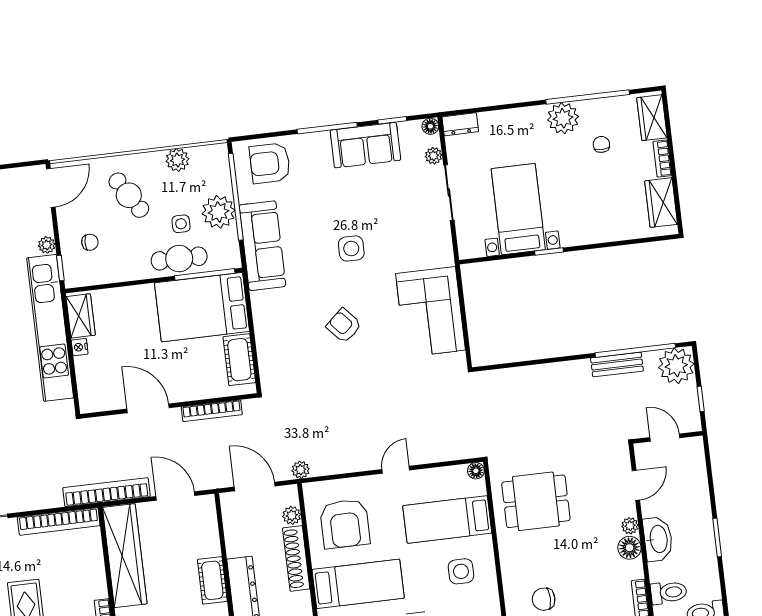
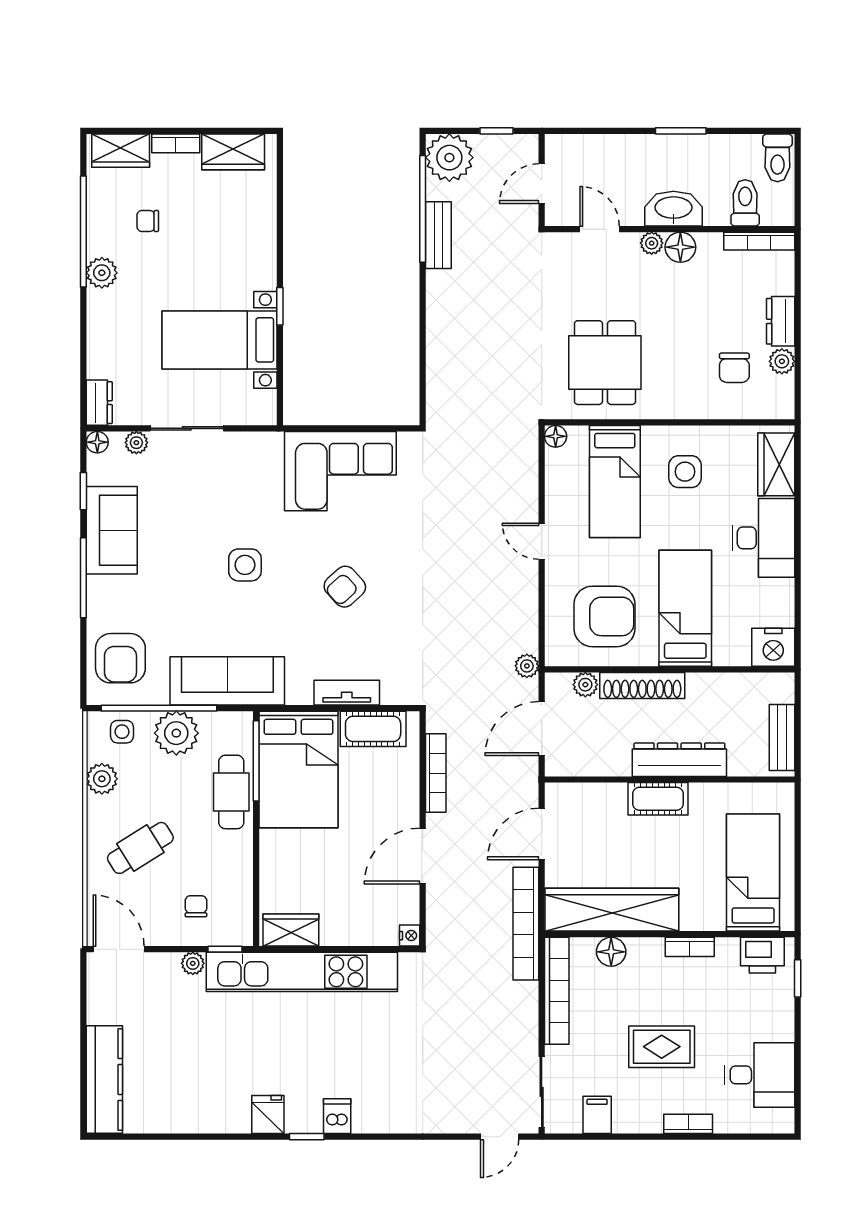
plant: (563, 118) -> (102, 273), width x0.73, depth x0.73
side table: (181, 224) -> (122, 732), moved
tv unit: (264, 337) -> (347, 693), added
nightstand: (80, 347) -> (410, 936), moved, turned -90
floor lamp: (93, 559) -> (611, 952), added

